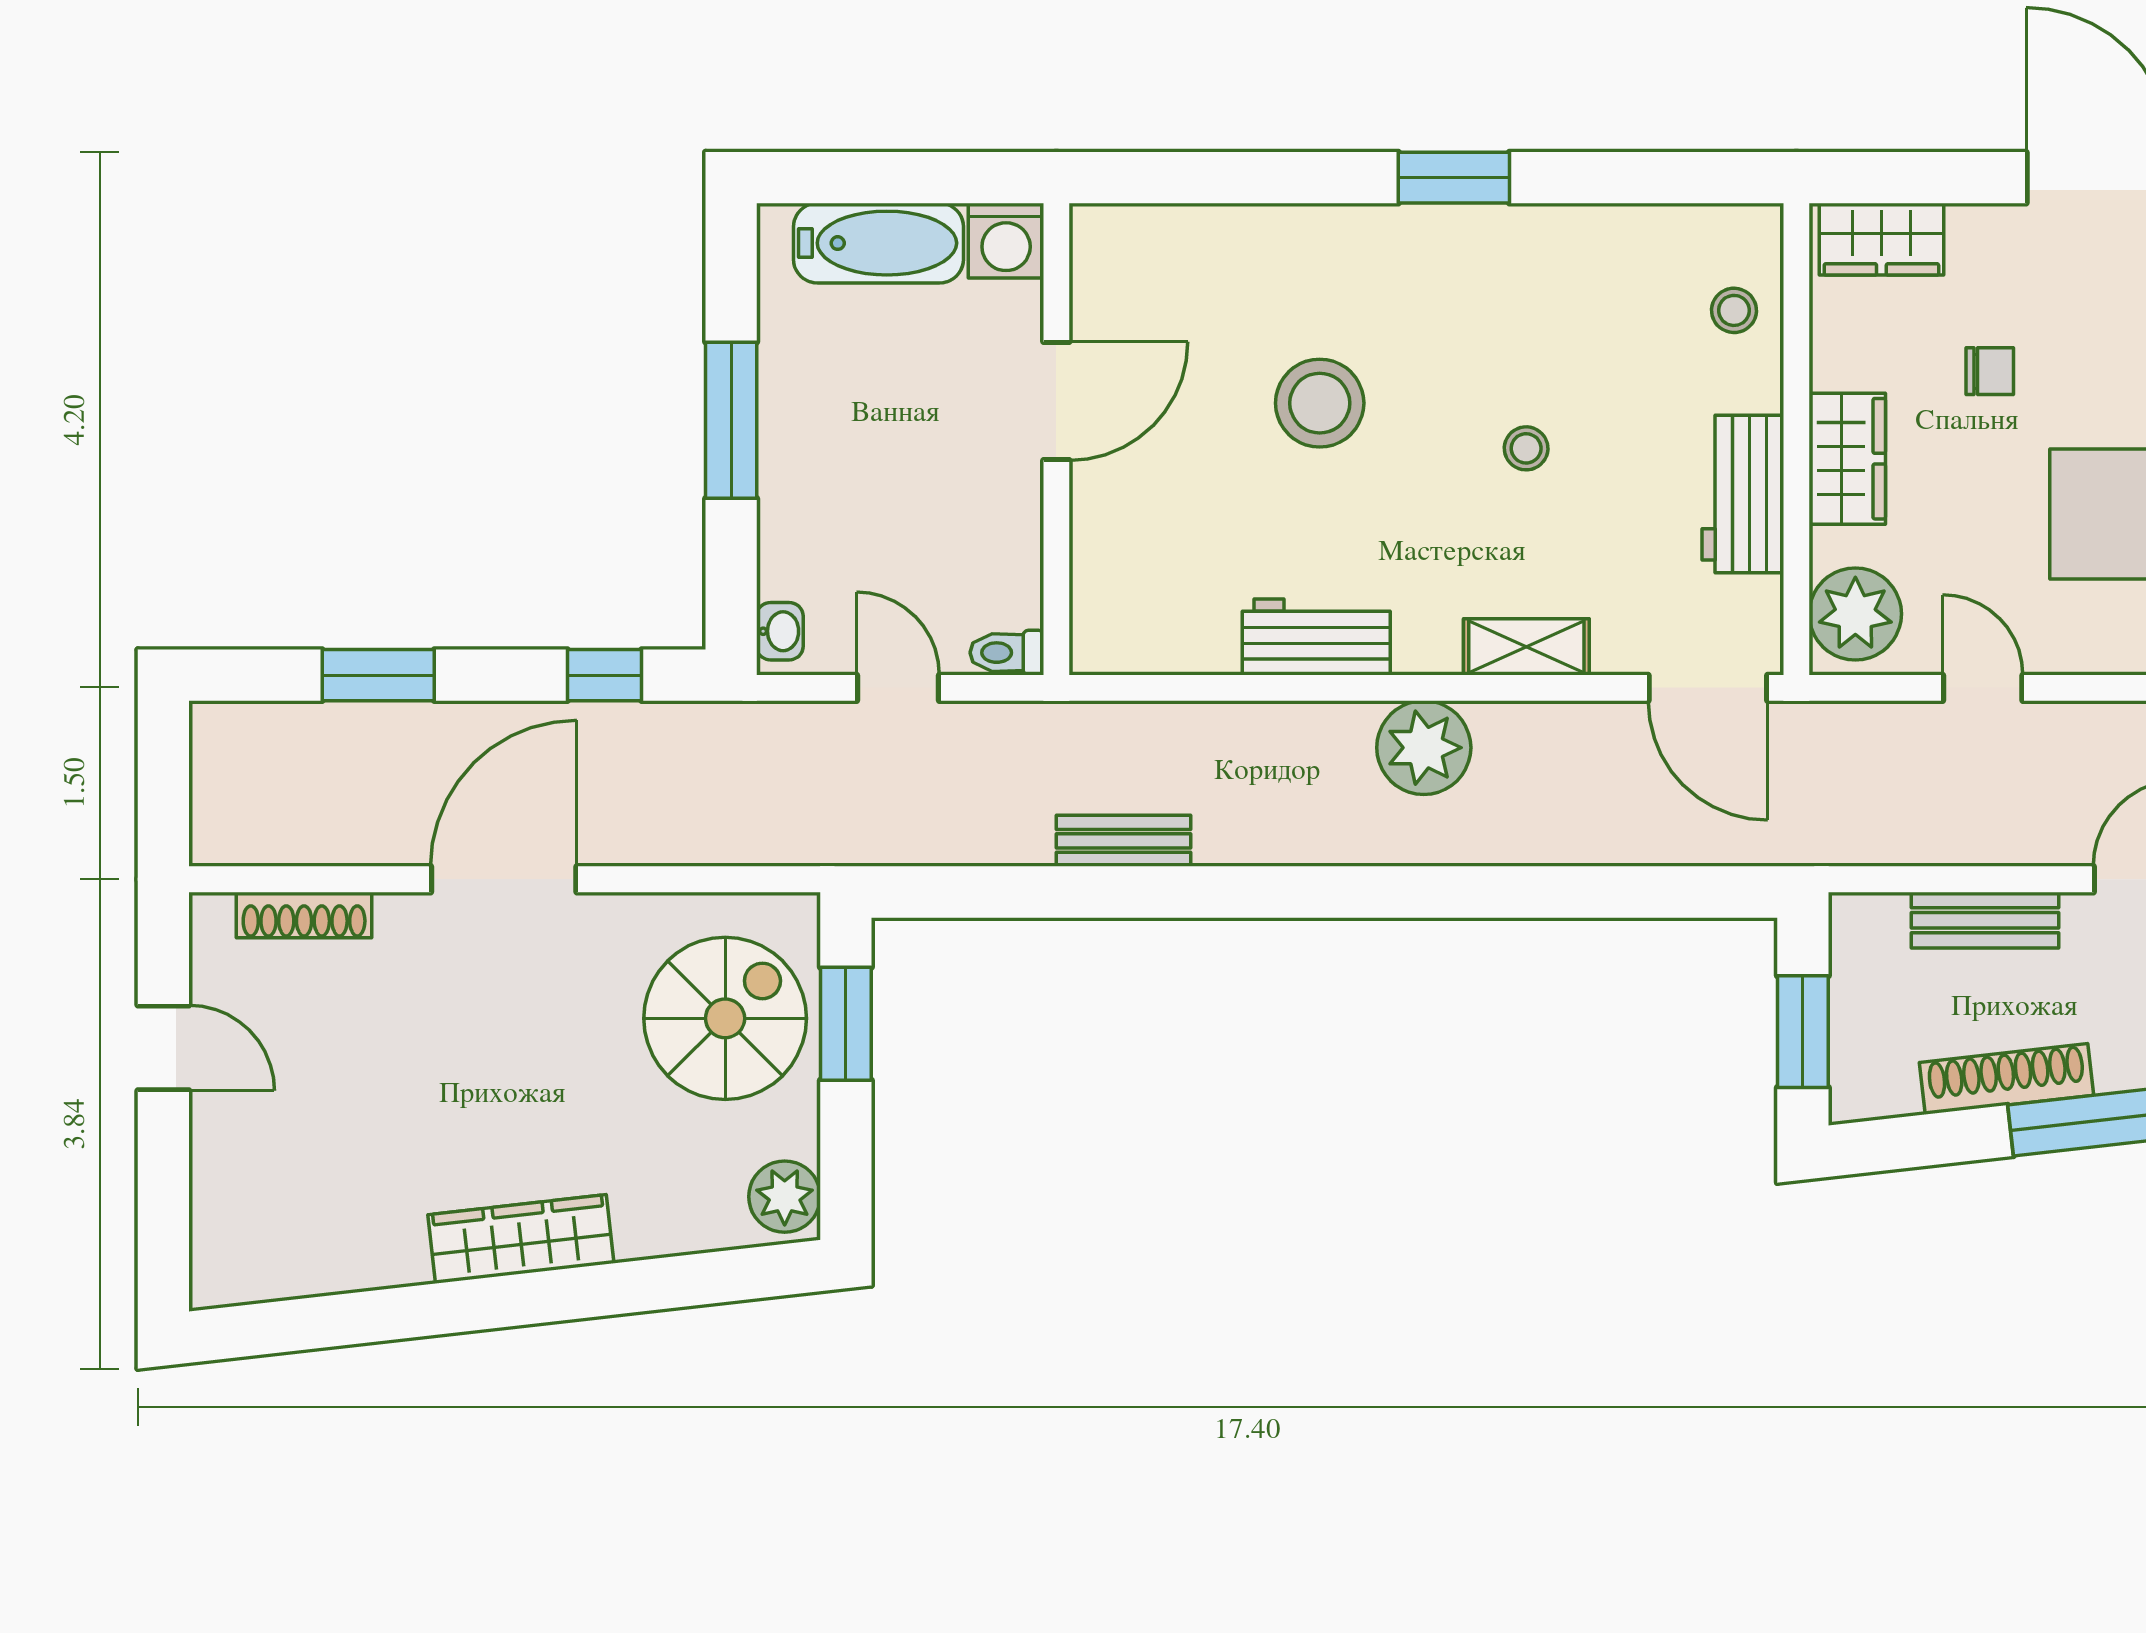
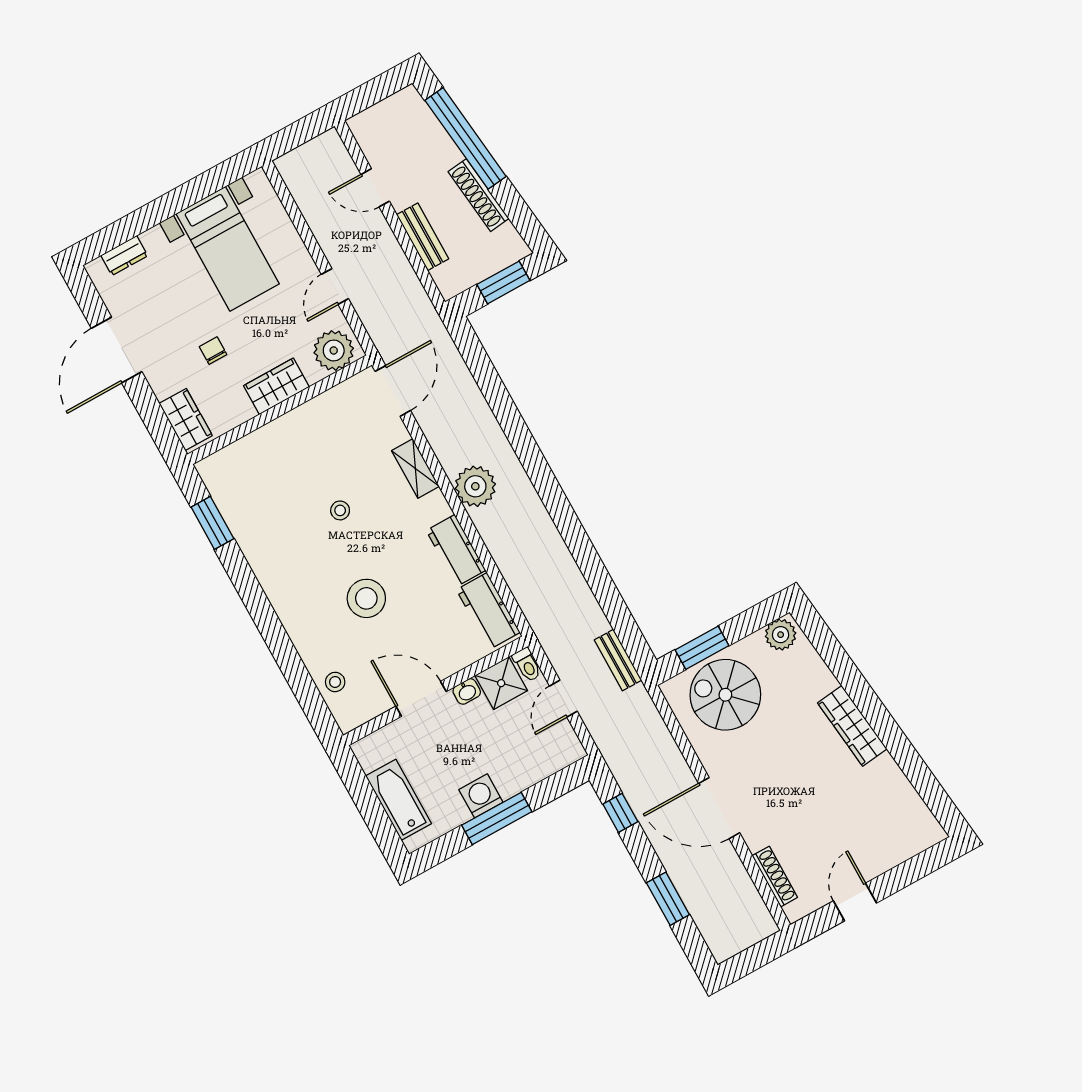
window: (1454, 178) -> (212, 523), moved
washing machine: (1006, 241) -> (481, 796), moved, turned -90
stool: (1734, 310) -> (335, 682), moved
workbench: (1743, 494) -> (488, 611), moved, turned 90
shower: (999, 580) -> (501, 683), added
washbasin: (780, 631) -> (467, 691), moved, turned 180
bench: (1123, 841) -> (618, 660), moved

